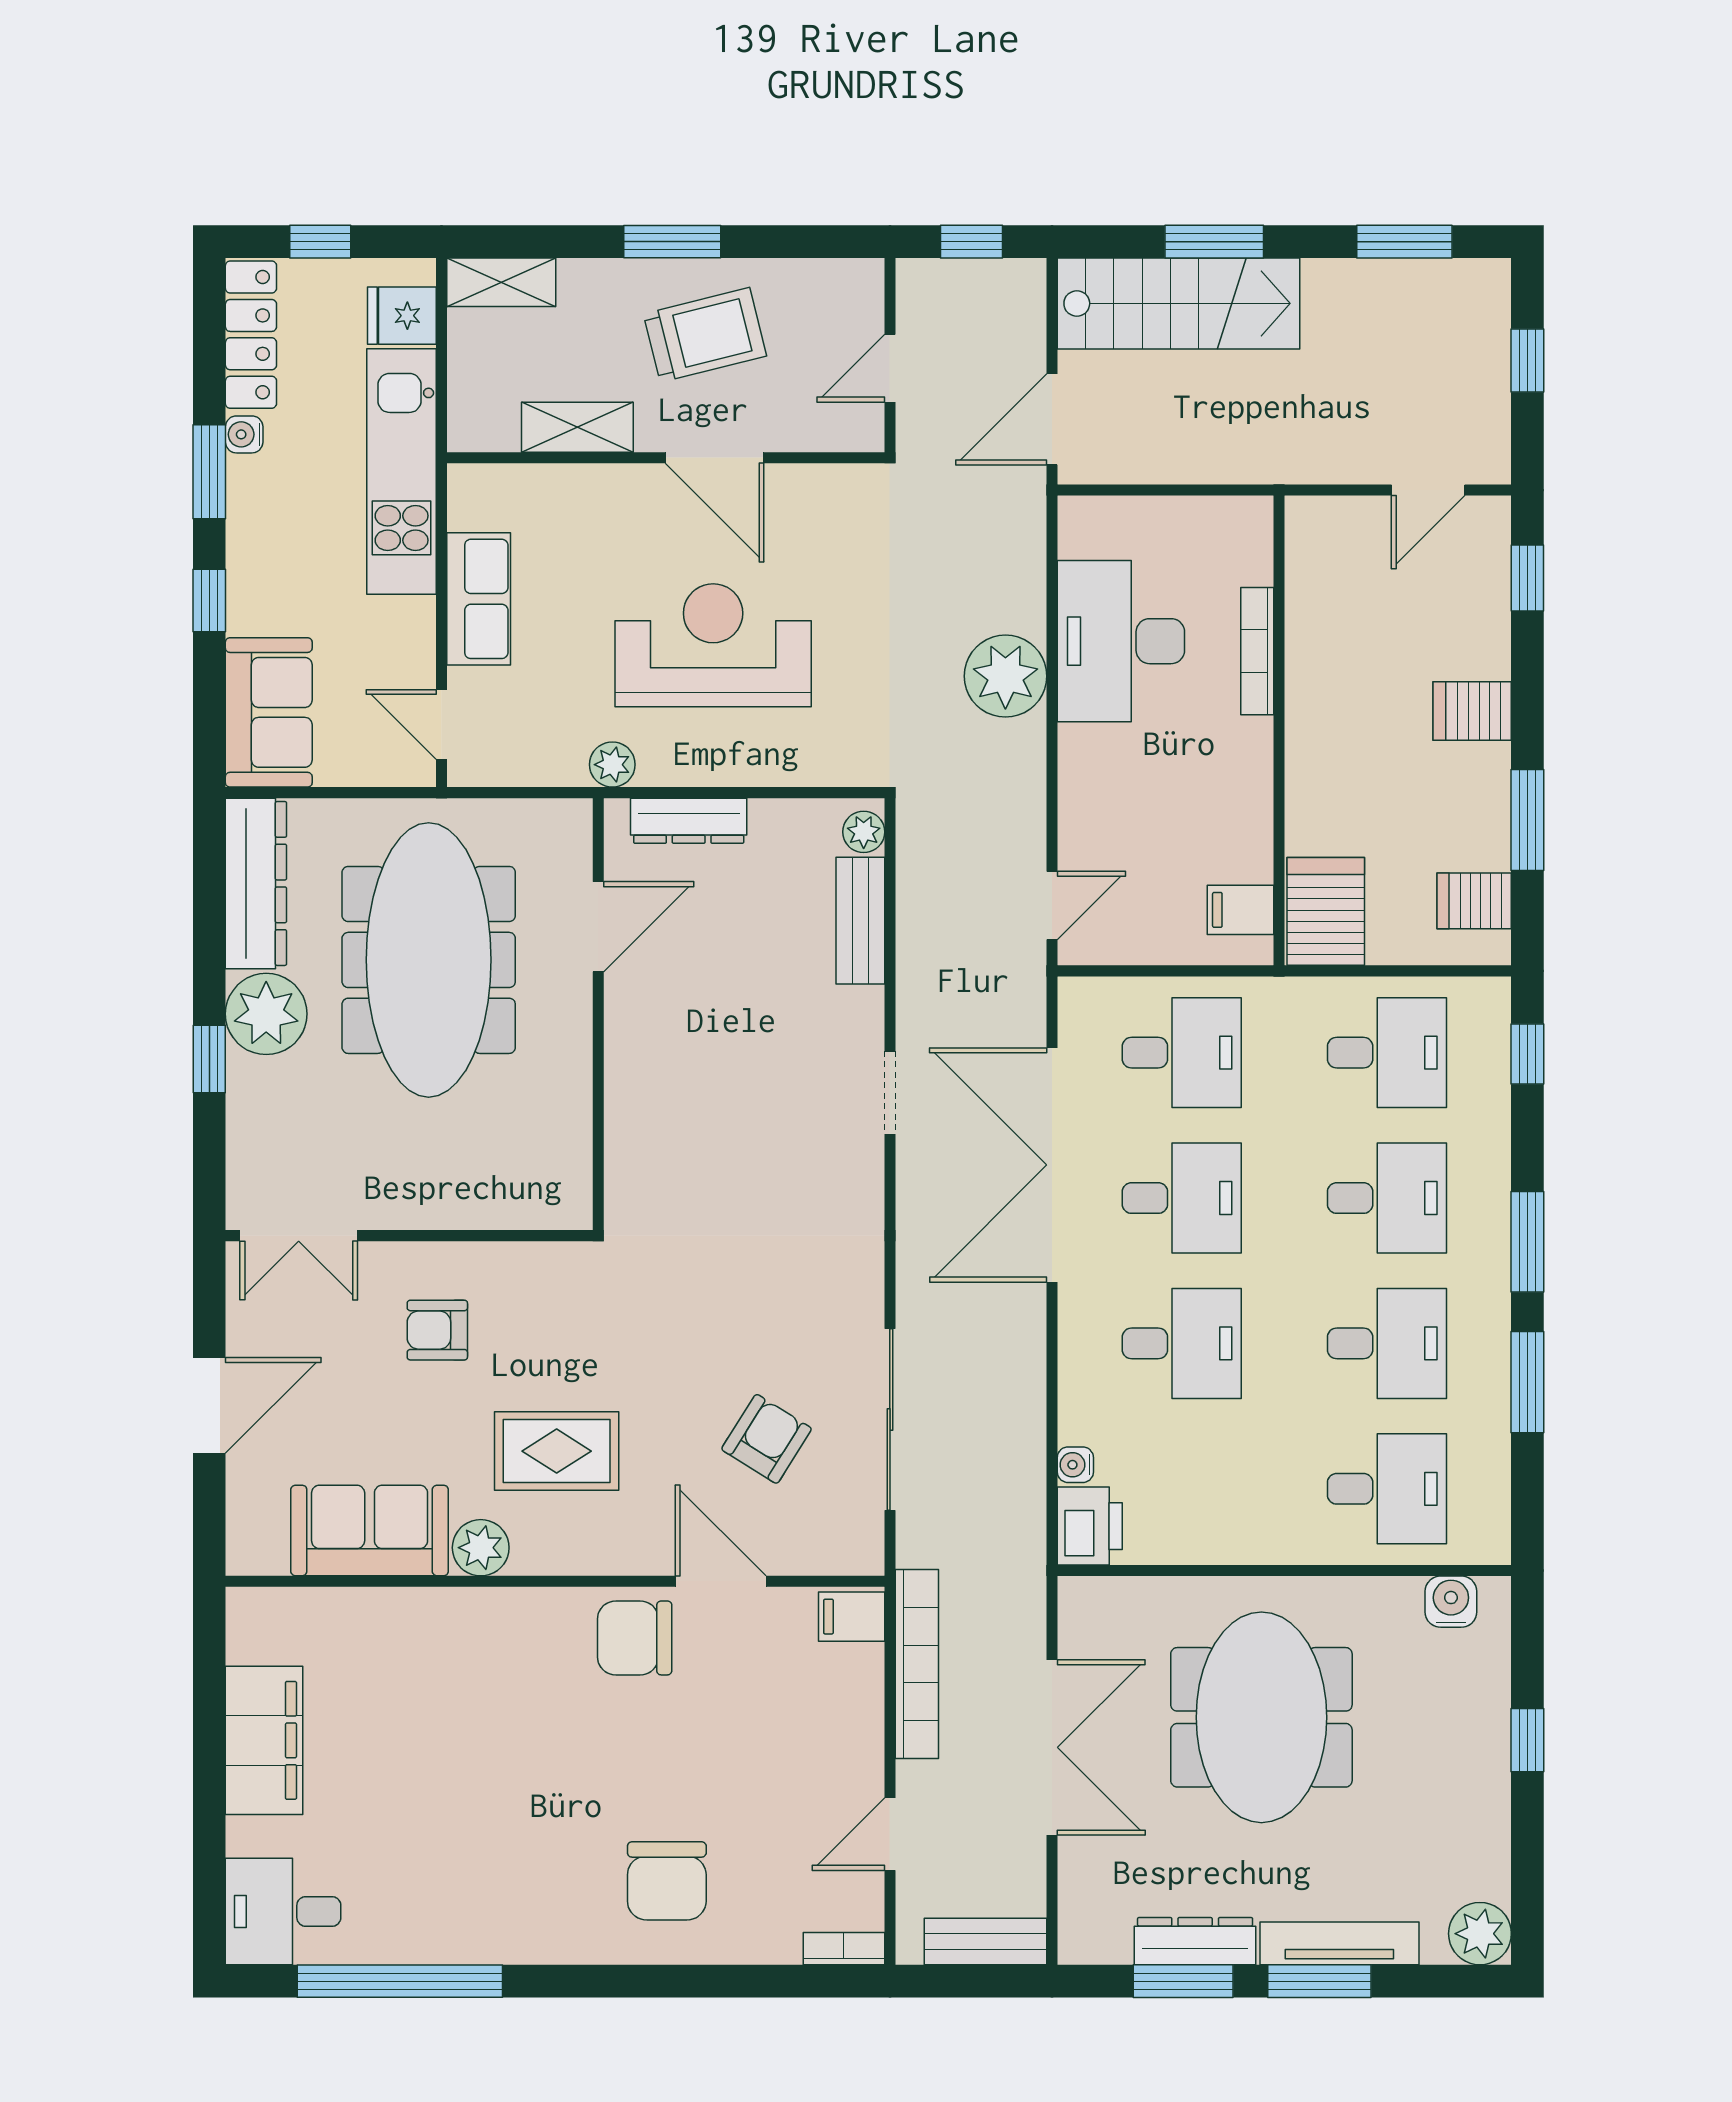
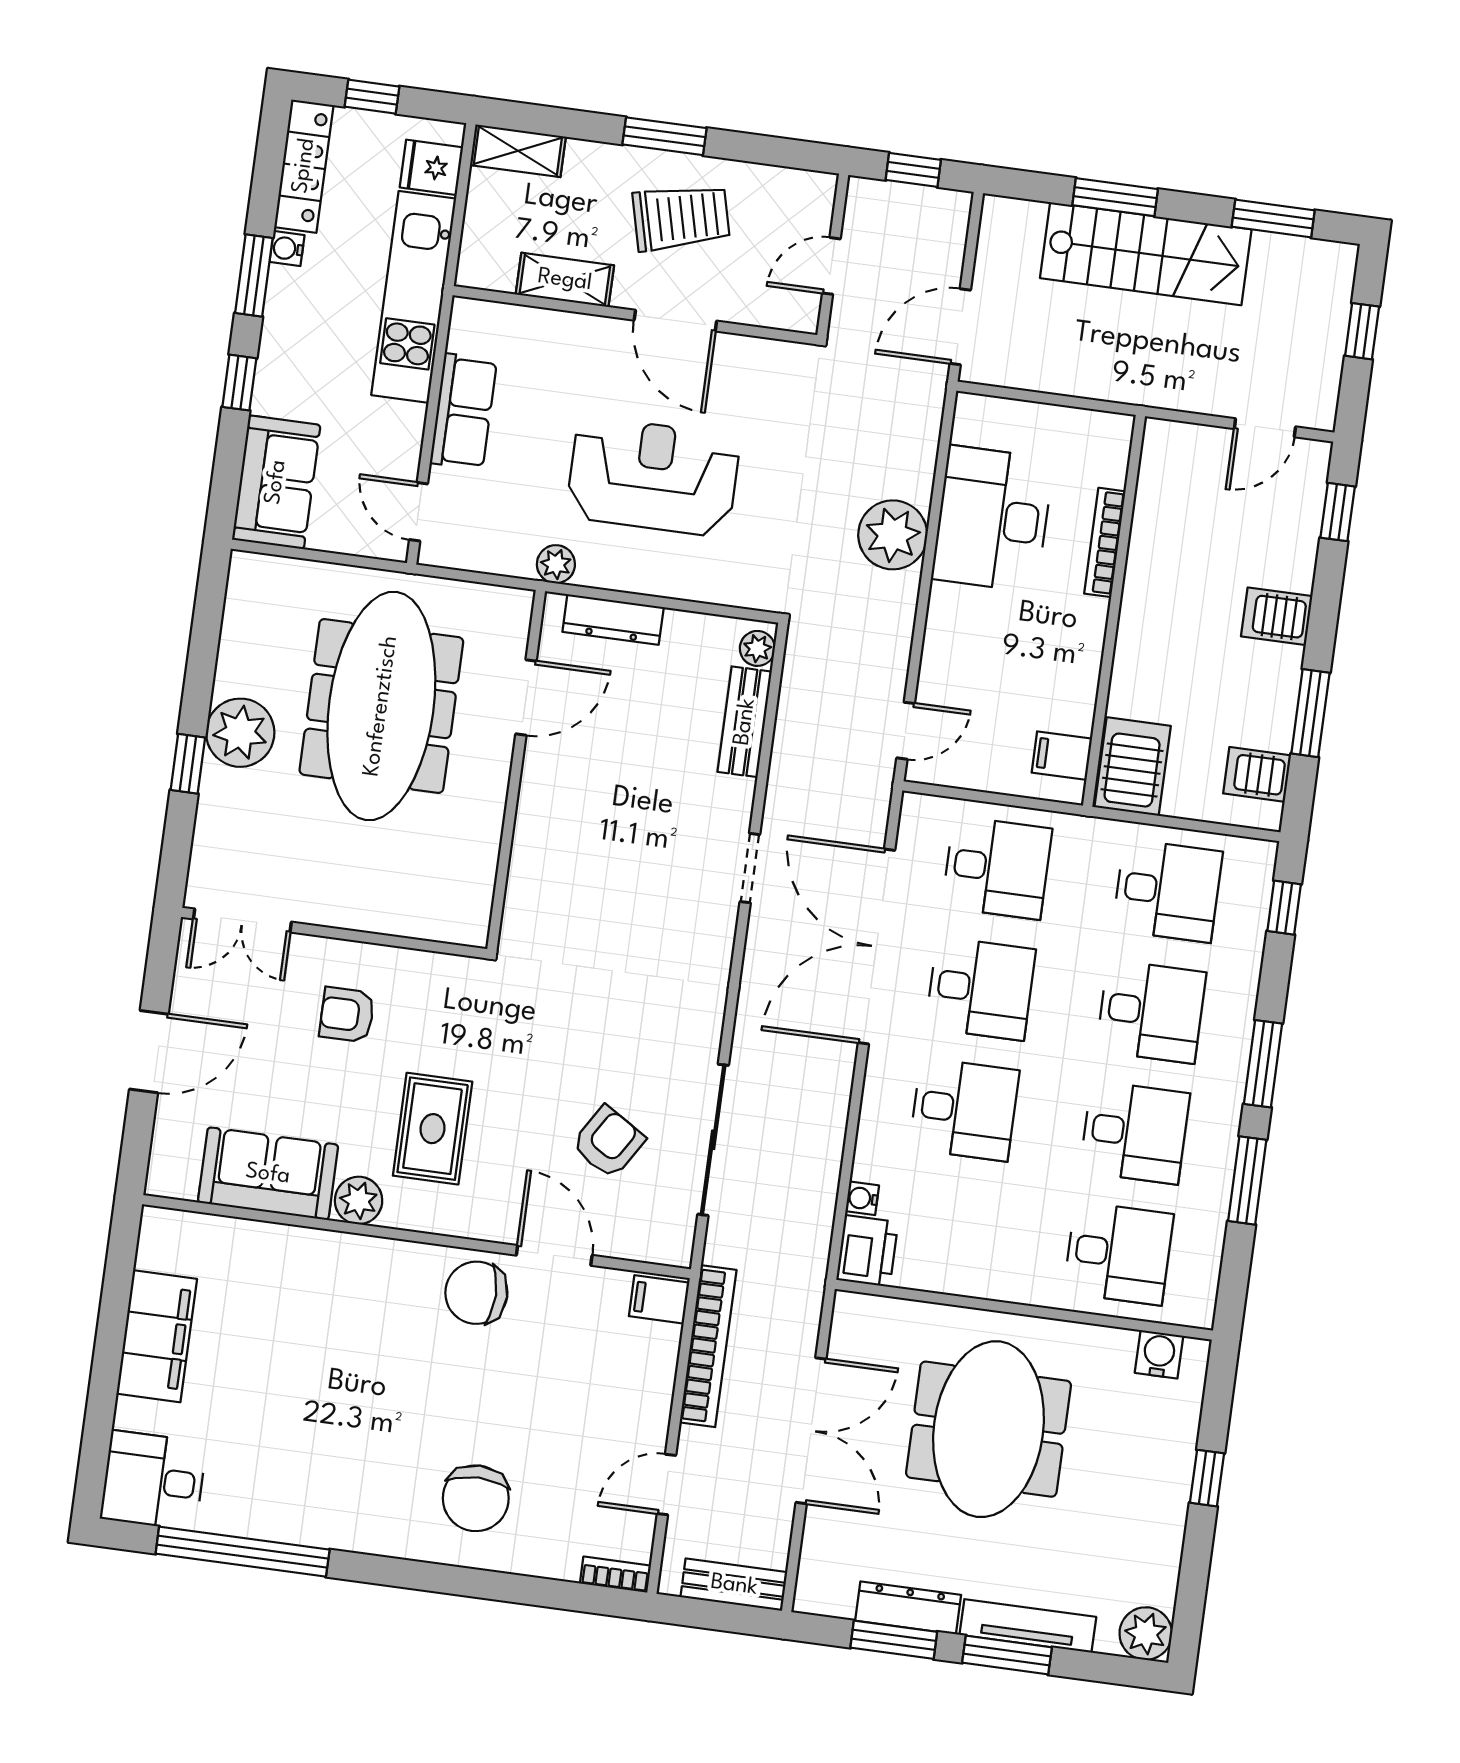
stairs: (1179, 303) -> (1146, 254), moved
dresser: (256, 883) -> (246, 623), removed
rug: (557, 1451) -> (433, 1129), turned 90

